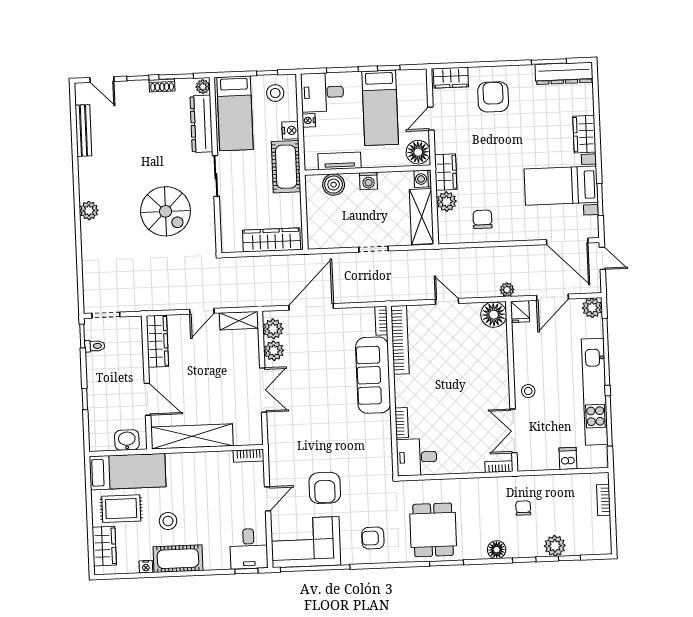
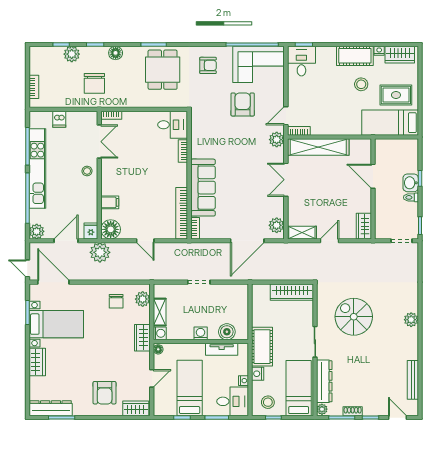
floor lamp: (418, 152) -> (158, 349), width x0.53, depth x0.53
plant: (447, 202) -> (143, 299), moved
shelving: (422, 217) -> (160, 312), width x0.67, depth x0.75
wardrobe: (272, 240) -> (292, 292), moved
plant: (507, 290) -> (100, 252), width x1.88, depth x1.88
wardrobe: (157, 341) -> (364, 226), width x0.67
toilet: (95, 346) -> (411, 197), moved
filing cabinet: (496, 350) -> (110, 202), added
plant: (274, 351) -> (277, 140), moved
shelving: (192, 436) -> (318, 147), moved
washbasin: (127, 440) -> (411, 183), moved, turned 90
door: (267, 499) -> (286, 116), moved
chair: (523, 508) -> (94, 83), width x1.87, depth x1.87
wardrobe: (104, 546) -> (400, 55), moved, turned -90

